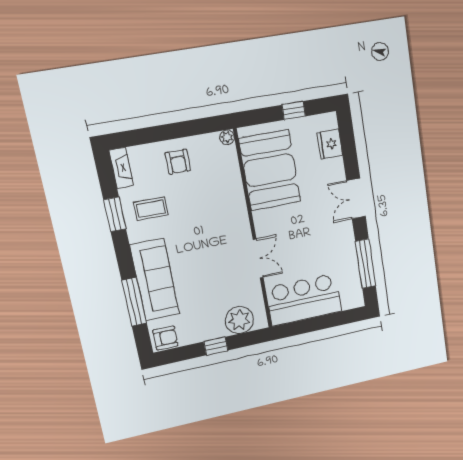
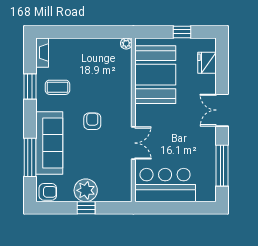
armchair: (178, 162) -> (92, 121), moved, turned 180
plant: (239, 320) -> (86, 190), moved

